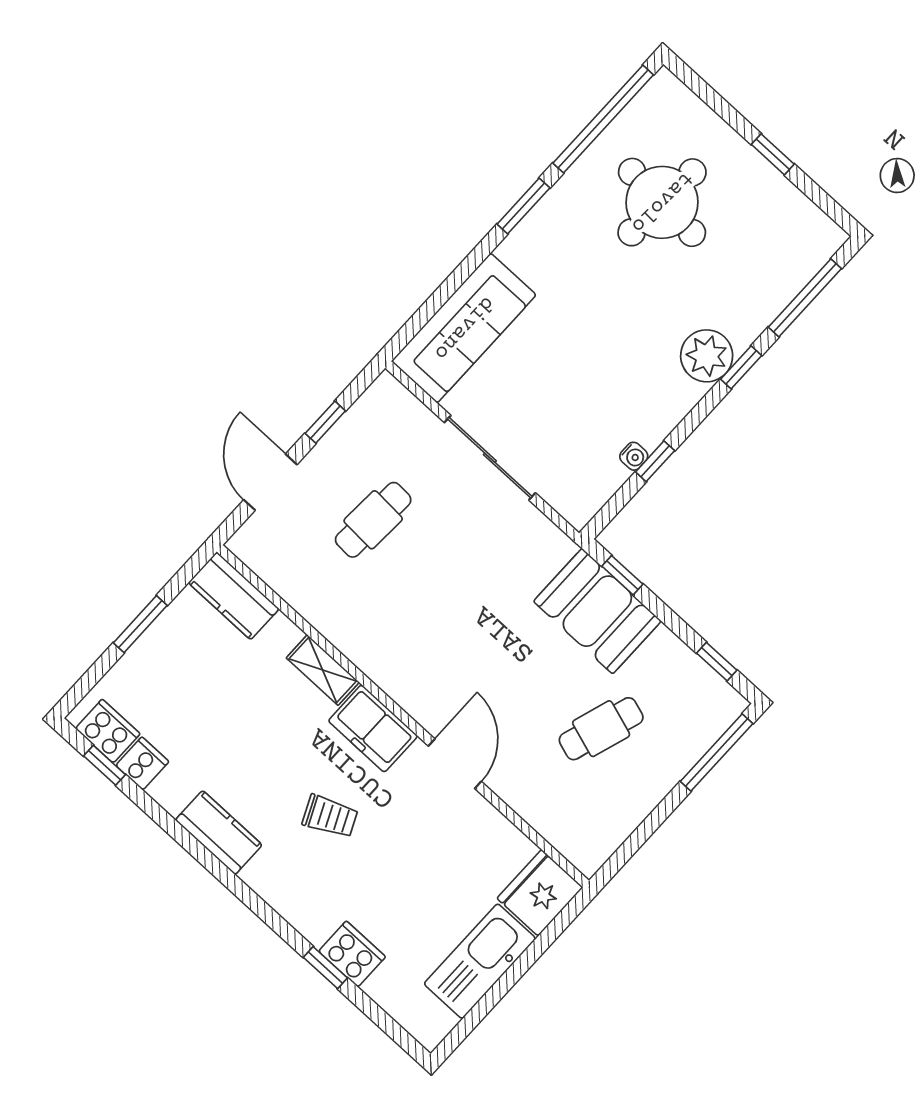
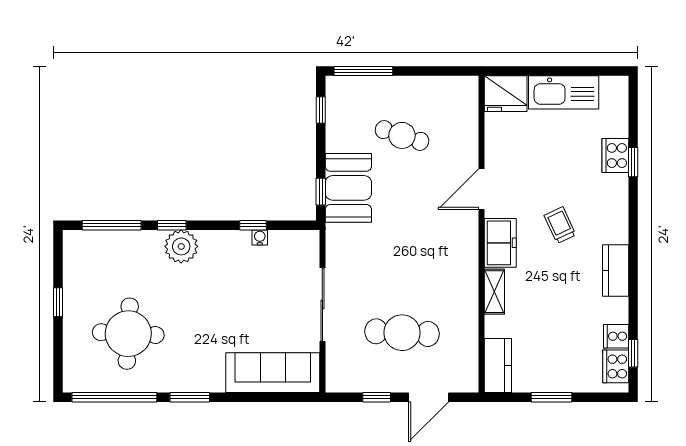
cafe table: (373, 520) -> (402, 333), width x1.37, depth x1.35

